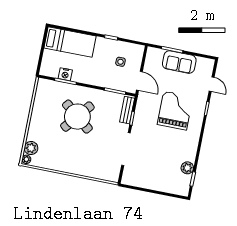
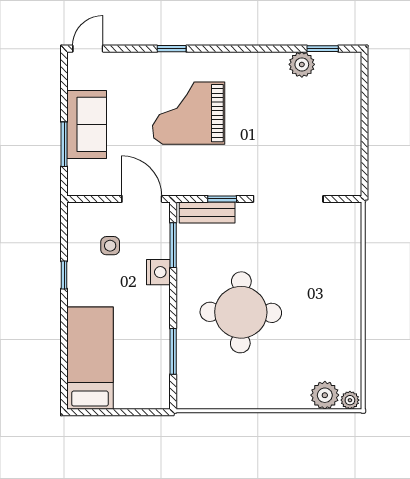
nightstand: (65, 74) -> (158, 272), moved
door: (139, 81) -> (142, 199), hinge flipped
door: (212, 84) -> (88, 49), moved
round table: (77, 117) -> (241, 312), turned -38

